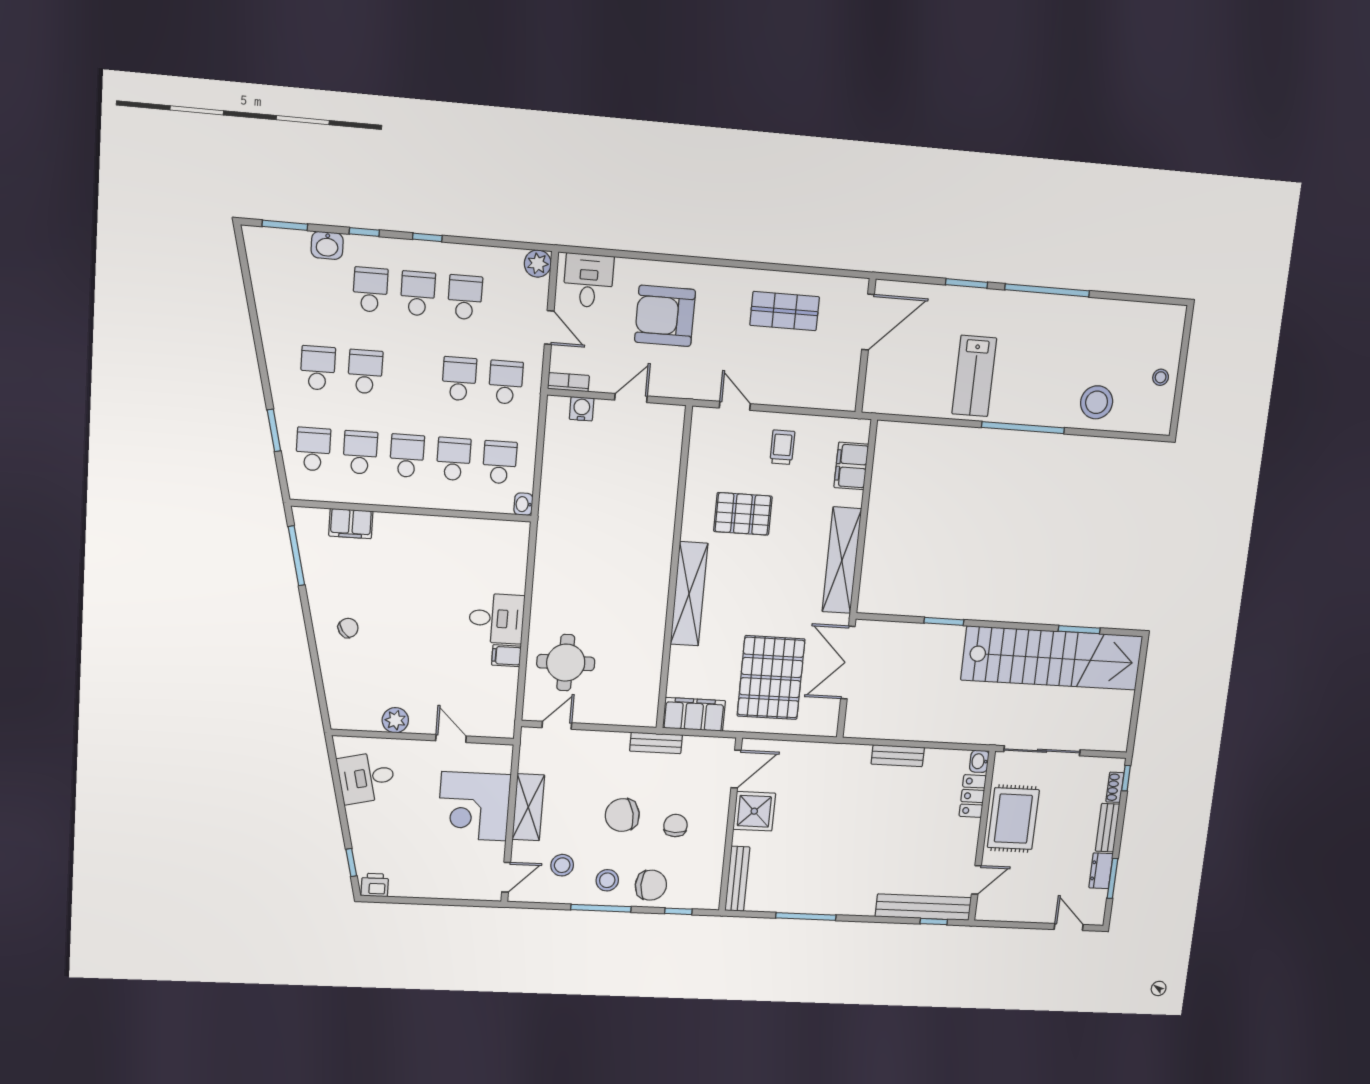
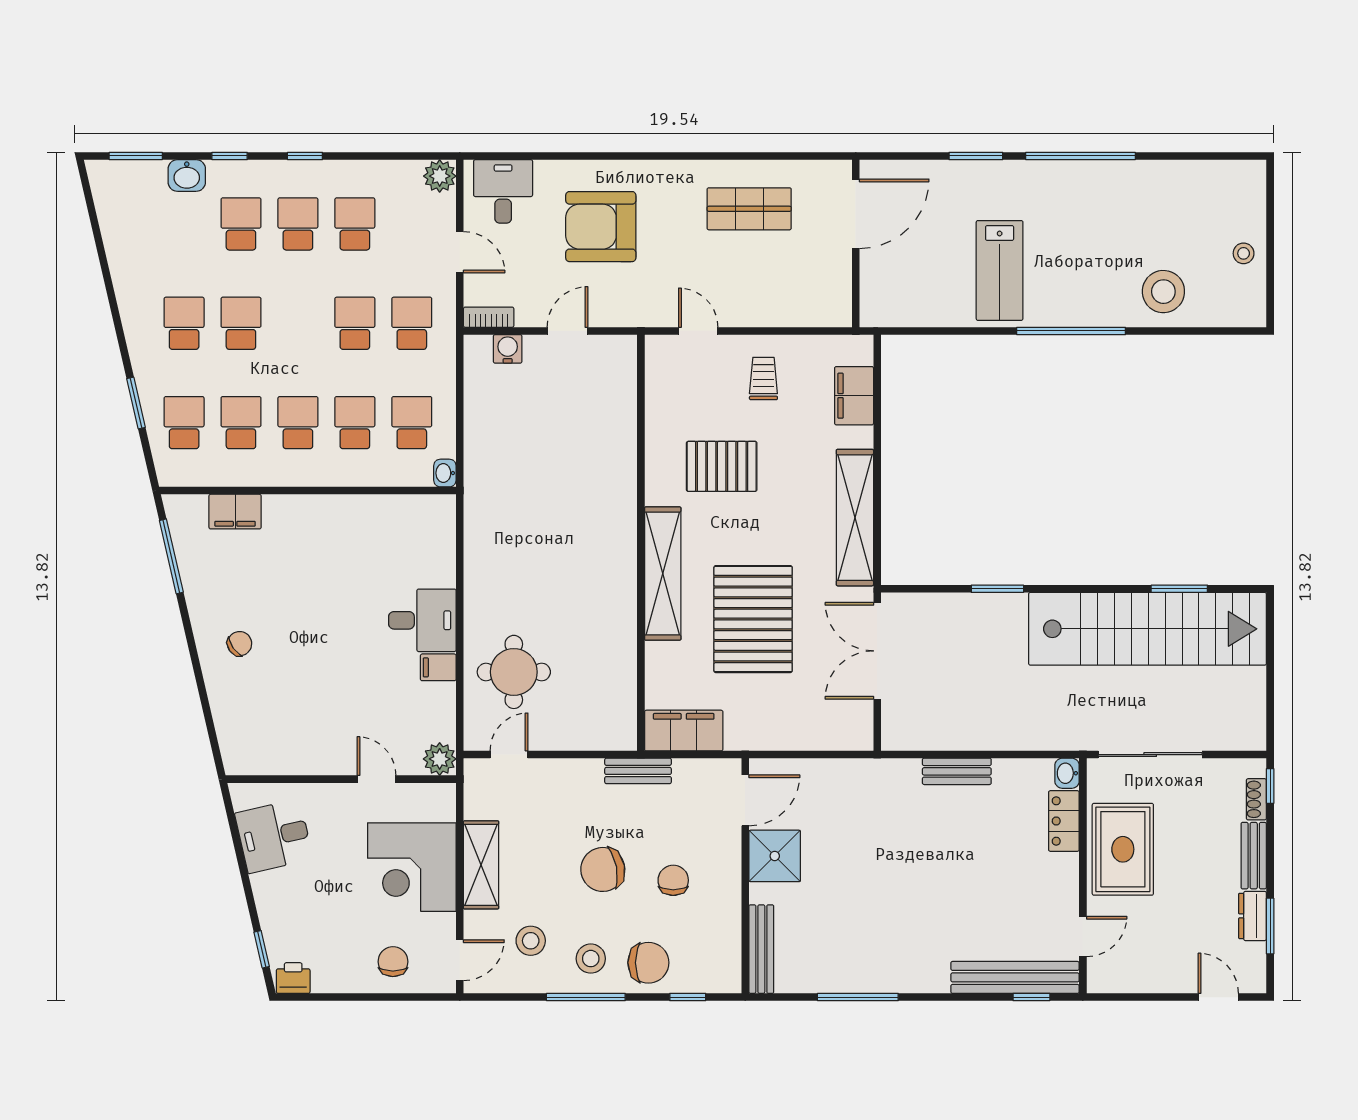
pallet: (771, 678) -> (753, 619), moved
plant: (395, 720) -> (440, 759), moved
chair: (454, 876) -> (393, 962), added

